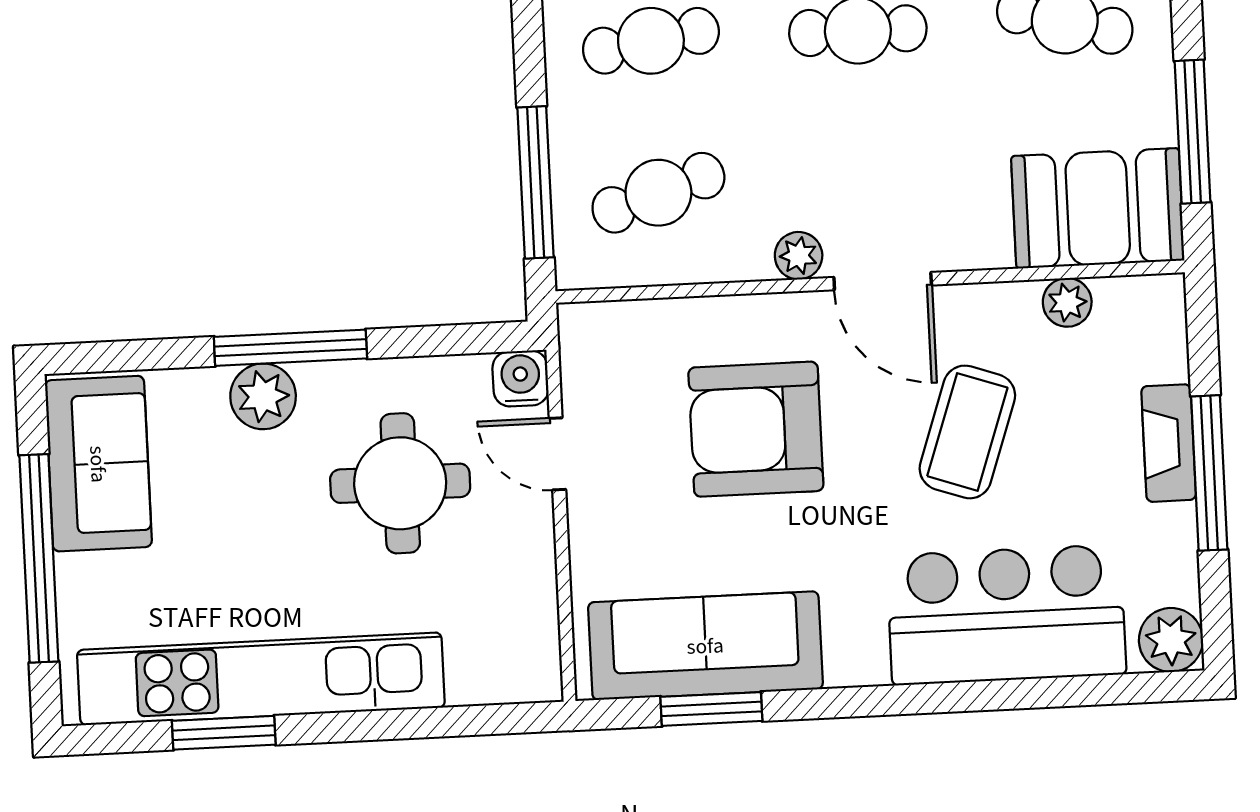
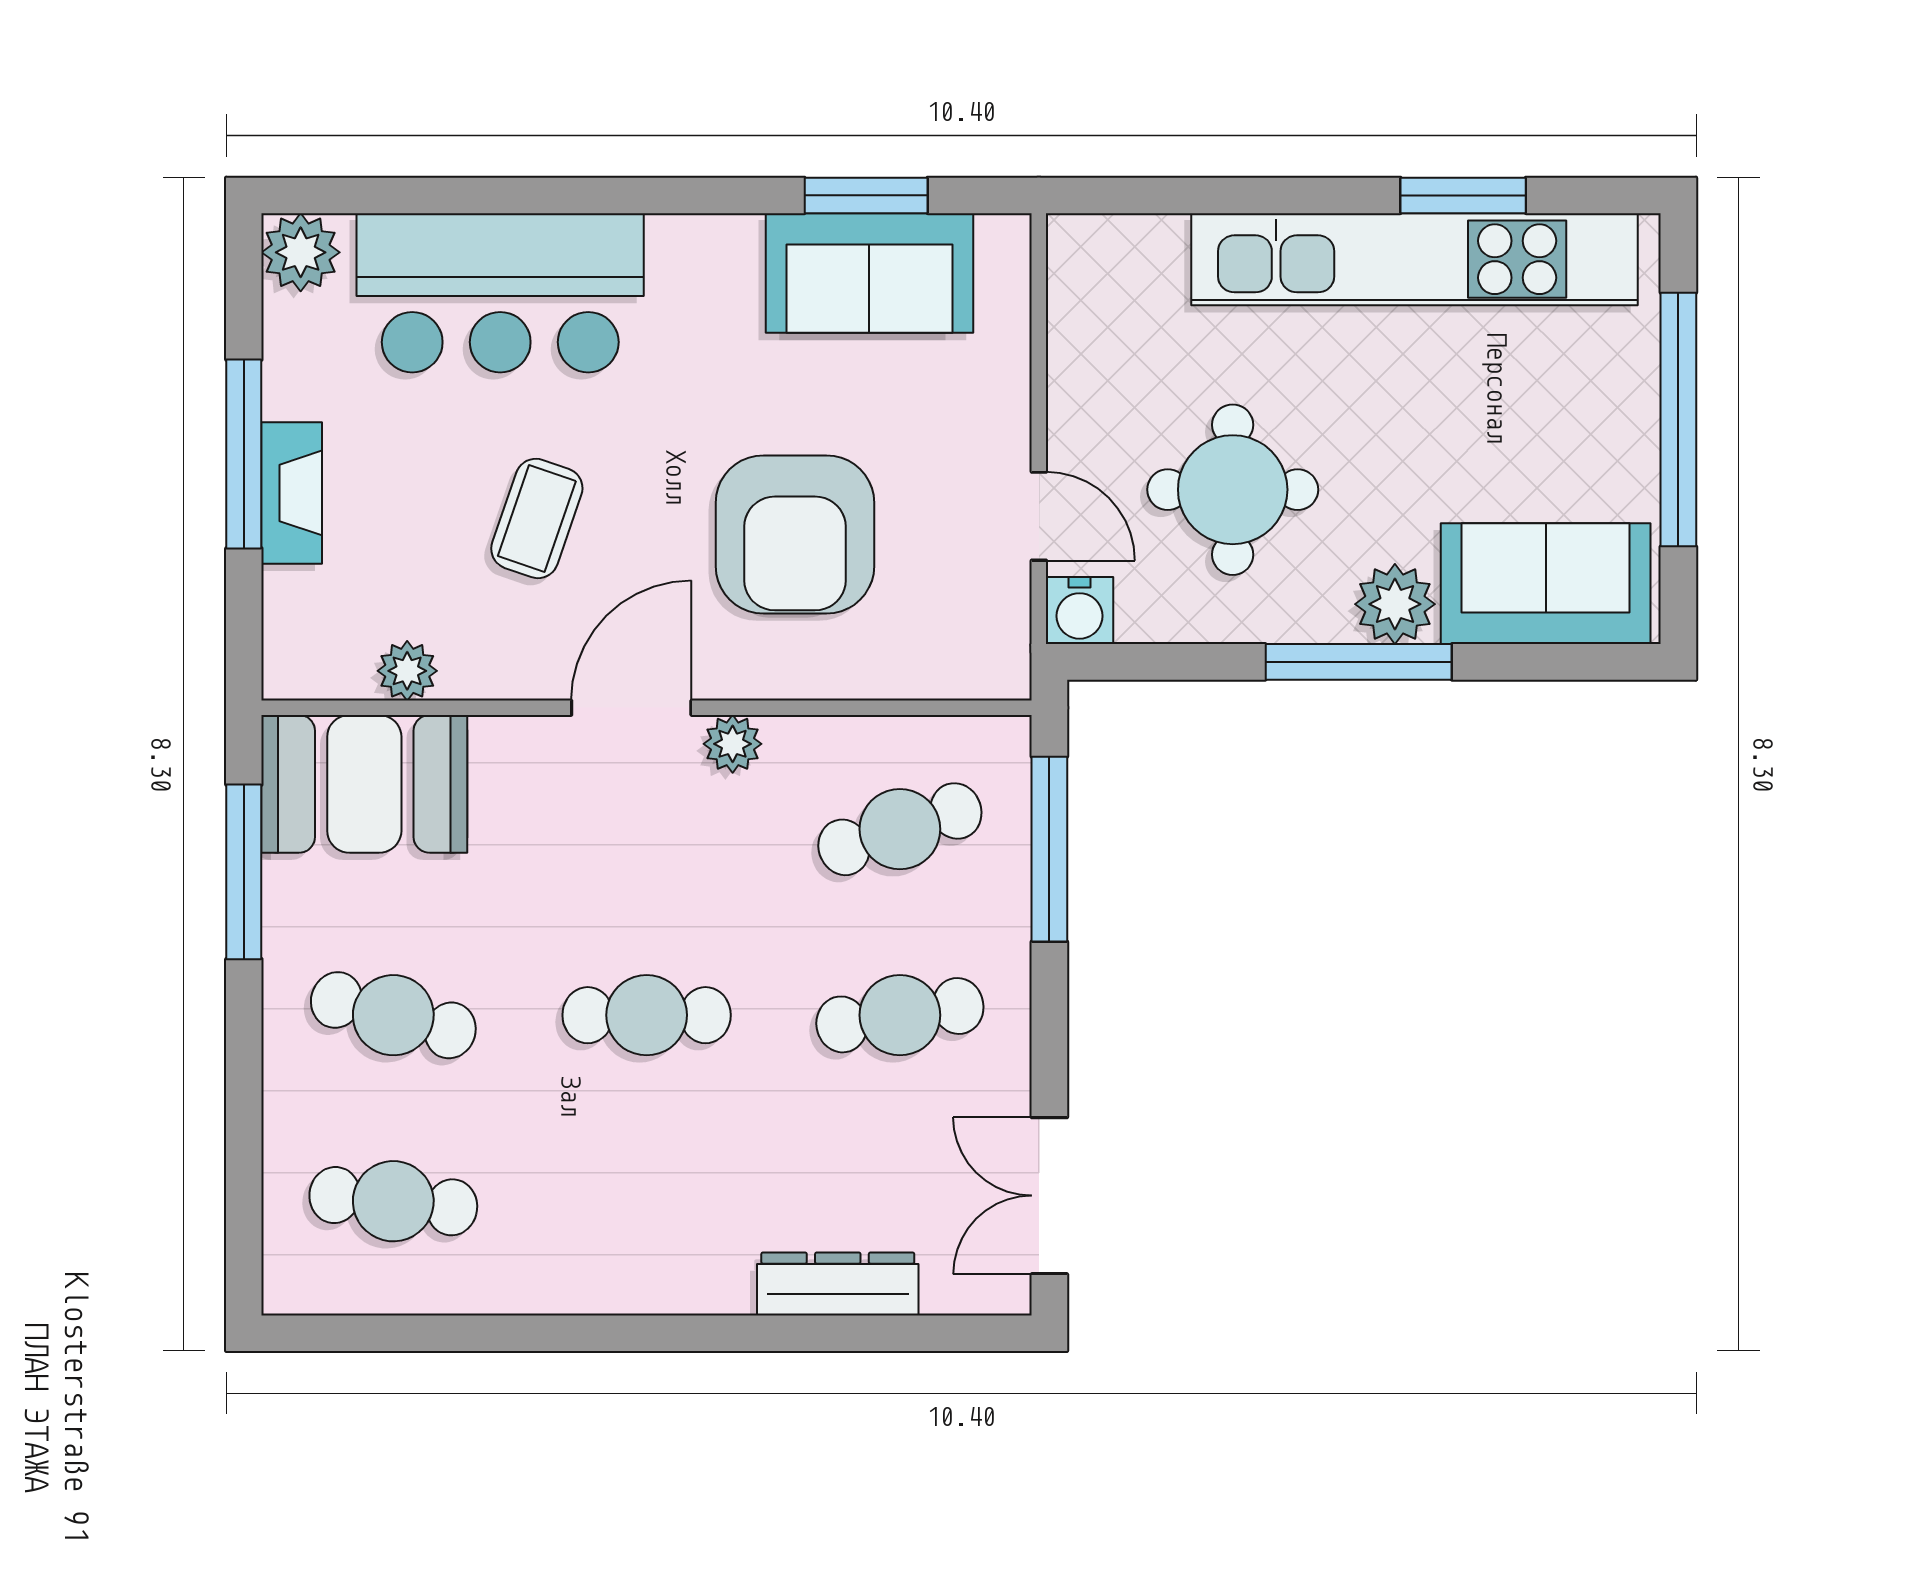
door: (883, 281) -> (631, 708), hinge flipped
armchair: (756, 429) -> (795, 534), turned 90
coffee table: (967, 432) -> (537, 518), width x0.73, depth x0.77
sofa: (98, 464) -> (1546, 584), moved, turned 90
sofa: (705, 646) -> (869, 273), width x0.73

